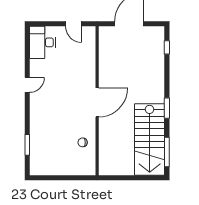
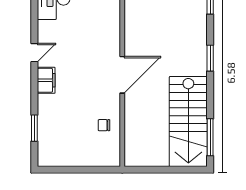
filing cabinet: (37, 107) -> (46, 80), added
window: (167, 108) -> (210, 58), moved

